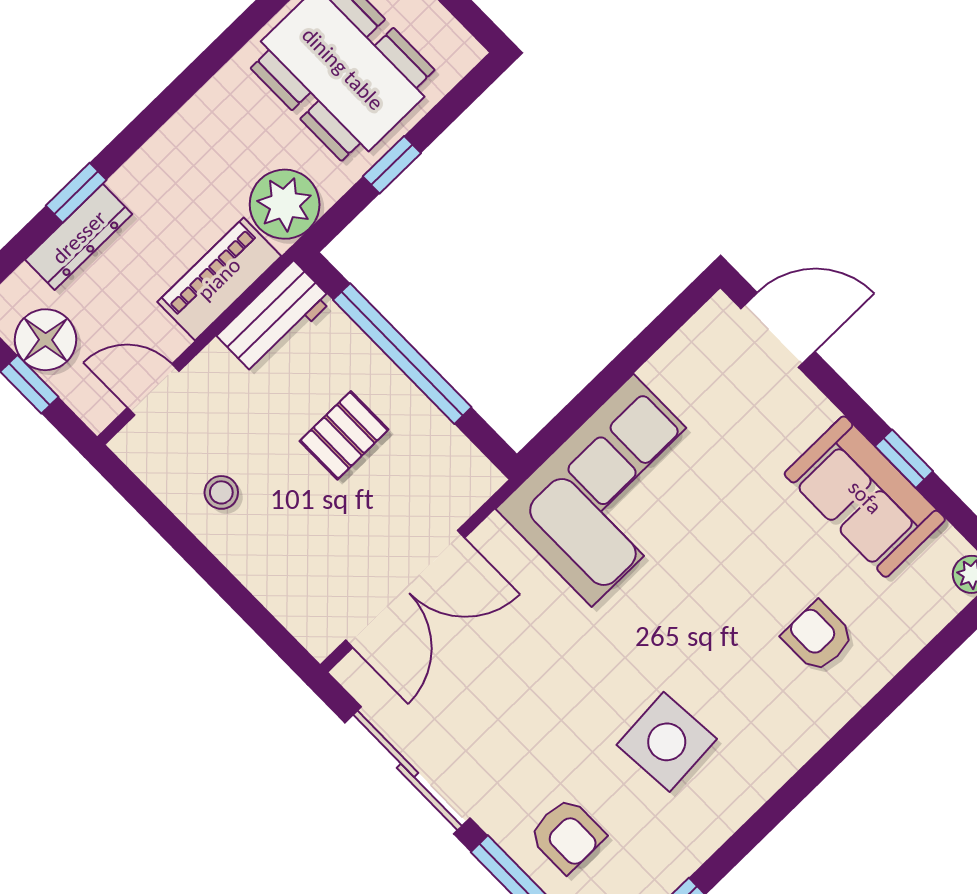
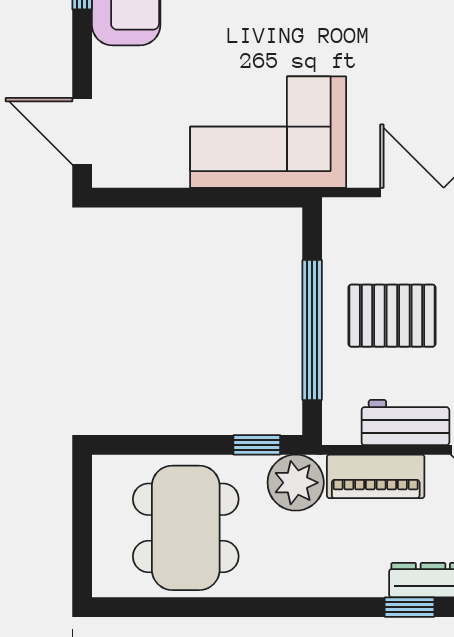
window: (392, 165) -> (257, 445), moved
workbench: (275, 318) -> (405, 423), moved
pallet: (344, 435) -> (392, 316), width x1.50, depth x1.42

